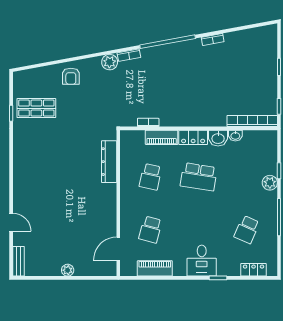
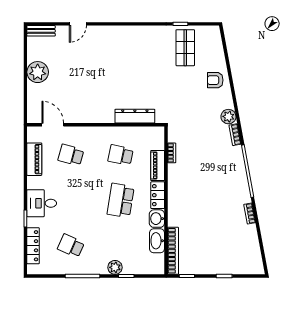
washbasin: (235, 136) -> (157, 241), width x1.91, depth x1.45
plant: (68, 270) -> (38, 72), width x1.88, depth x1.88
locker: (254, 270) -> (33, 246), width x1.53

